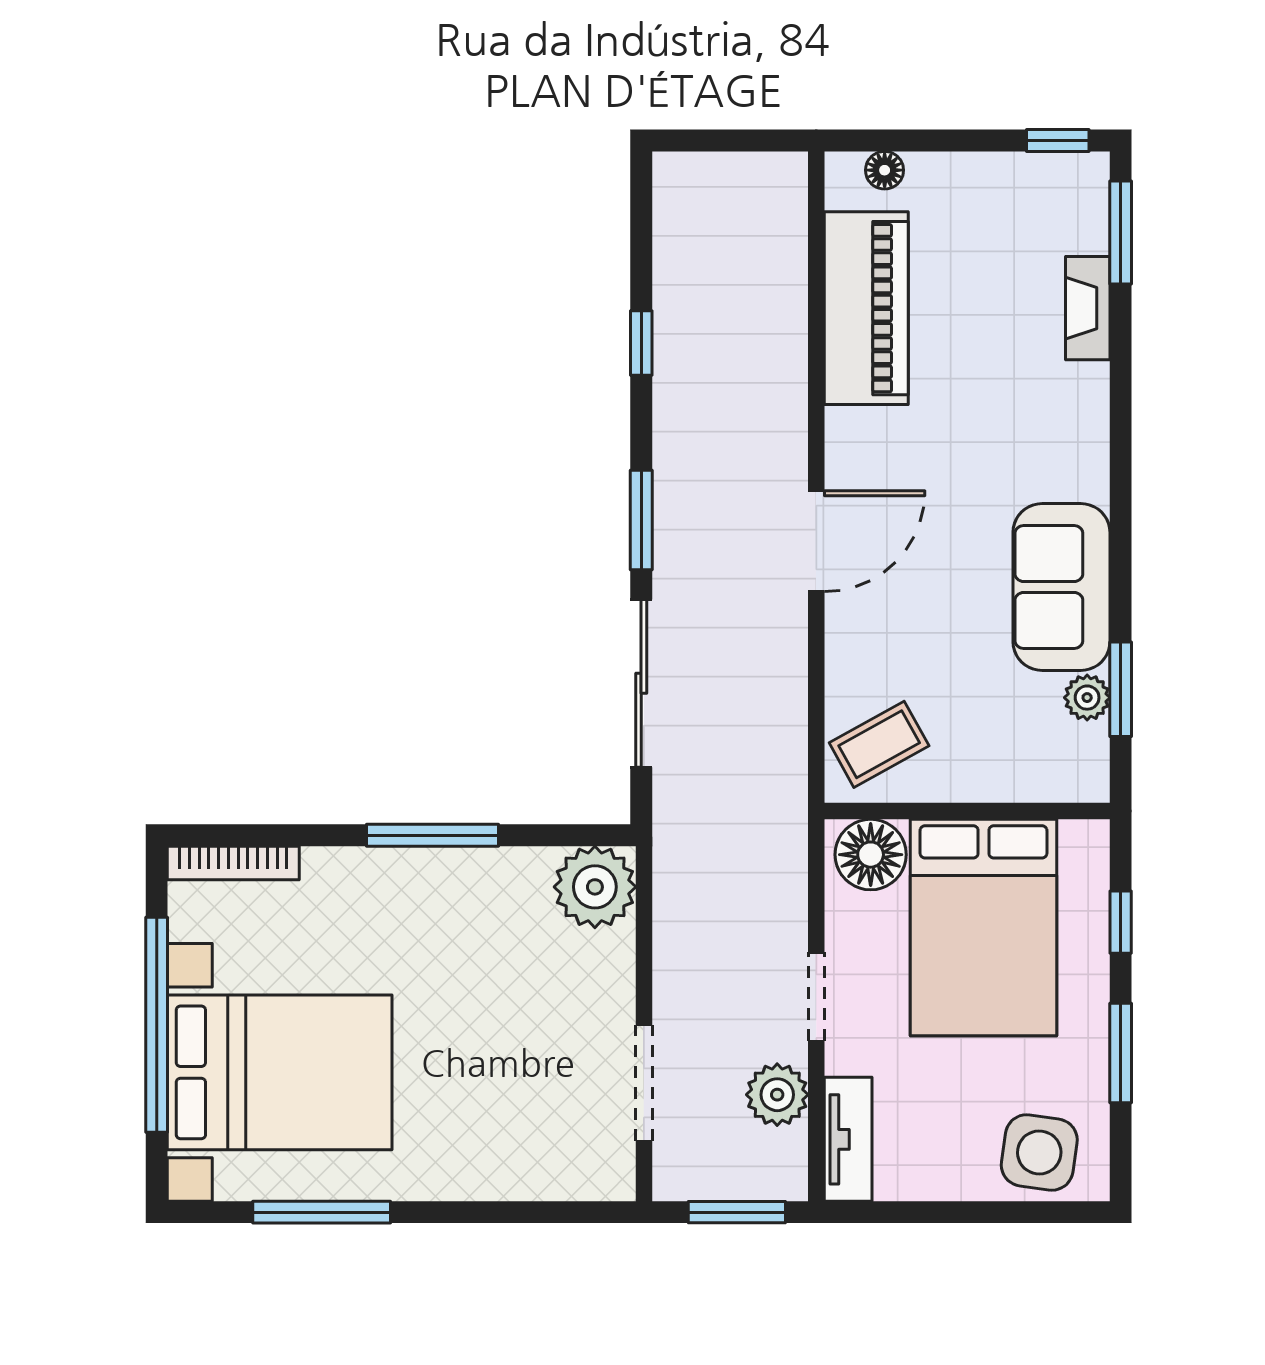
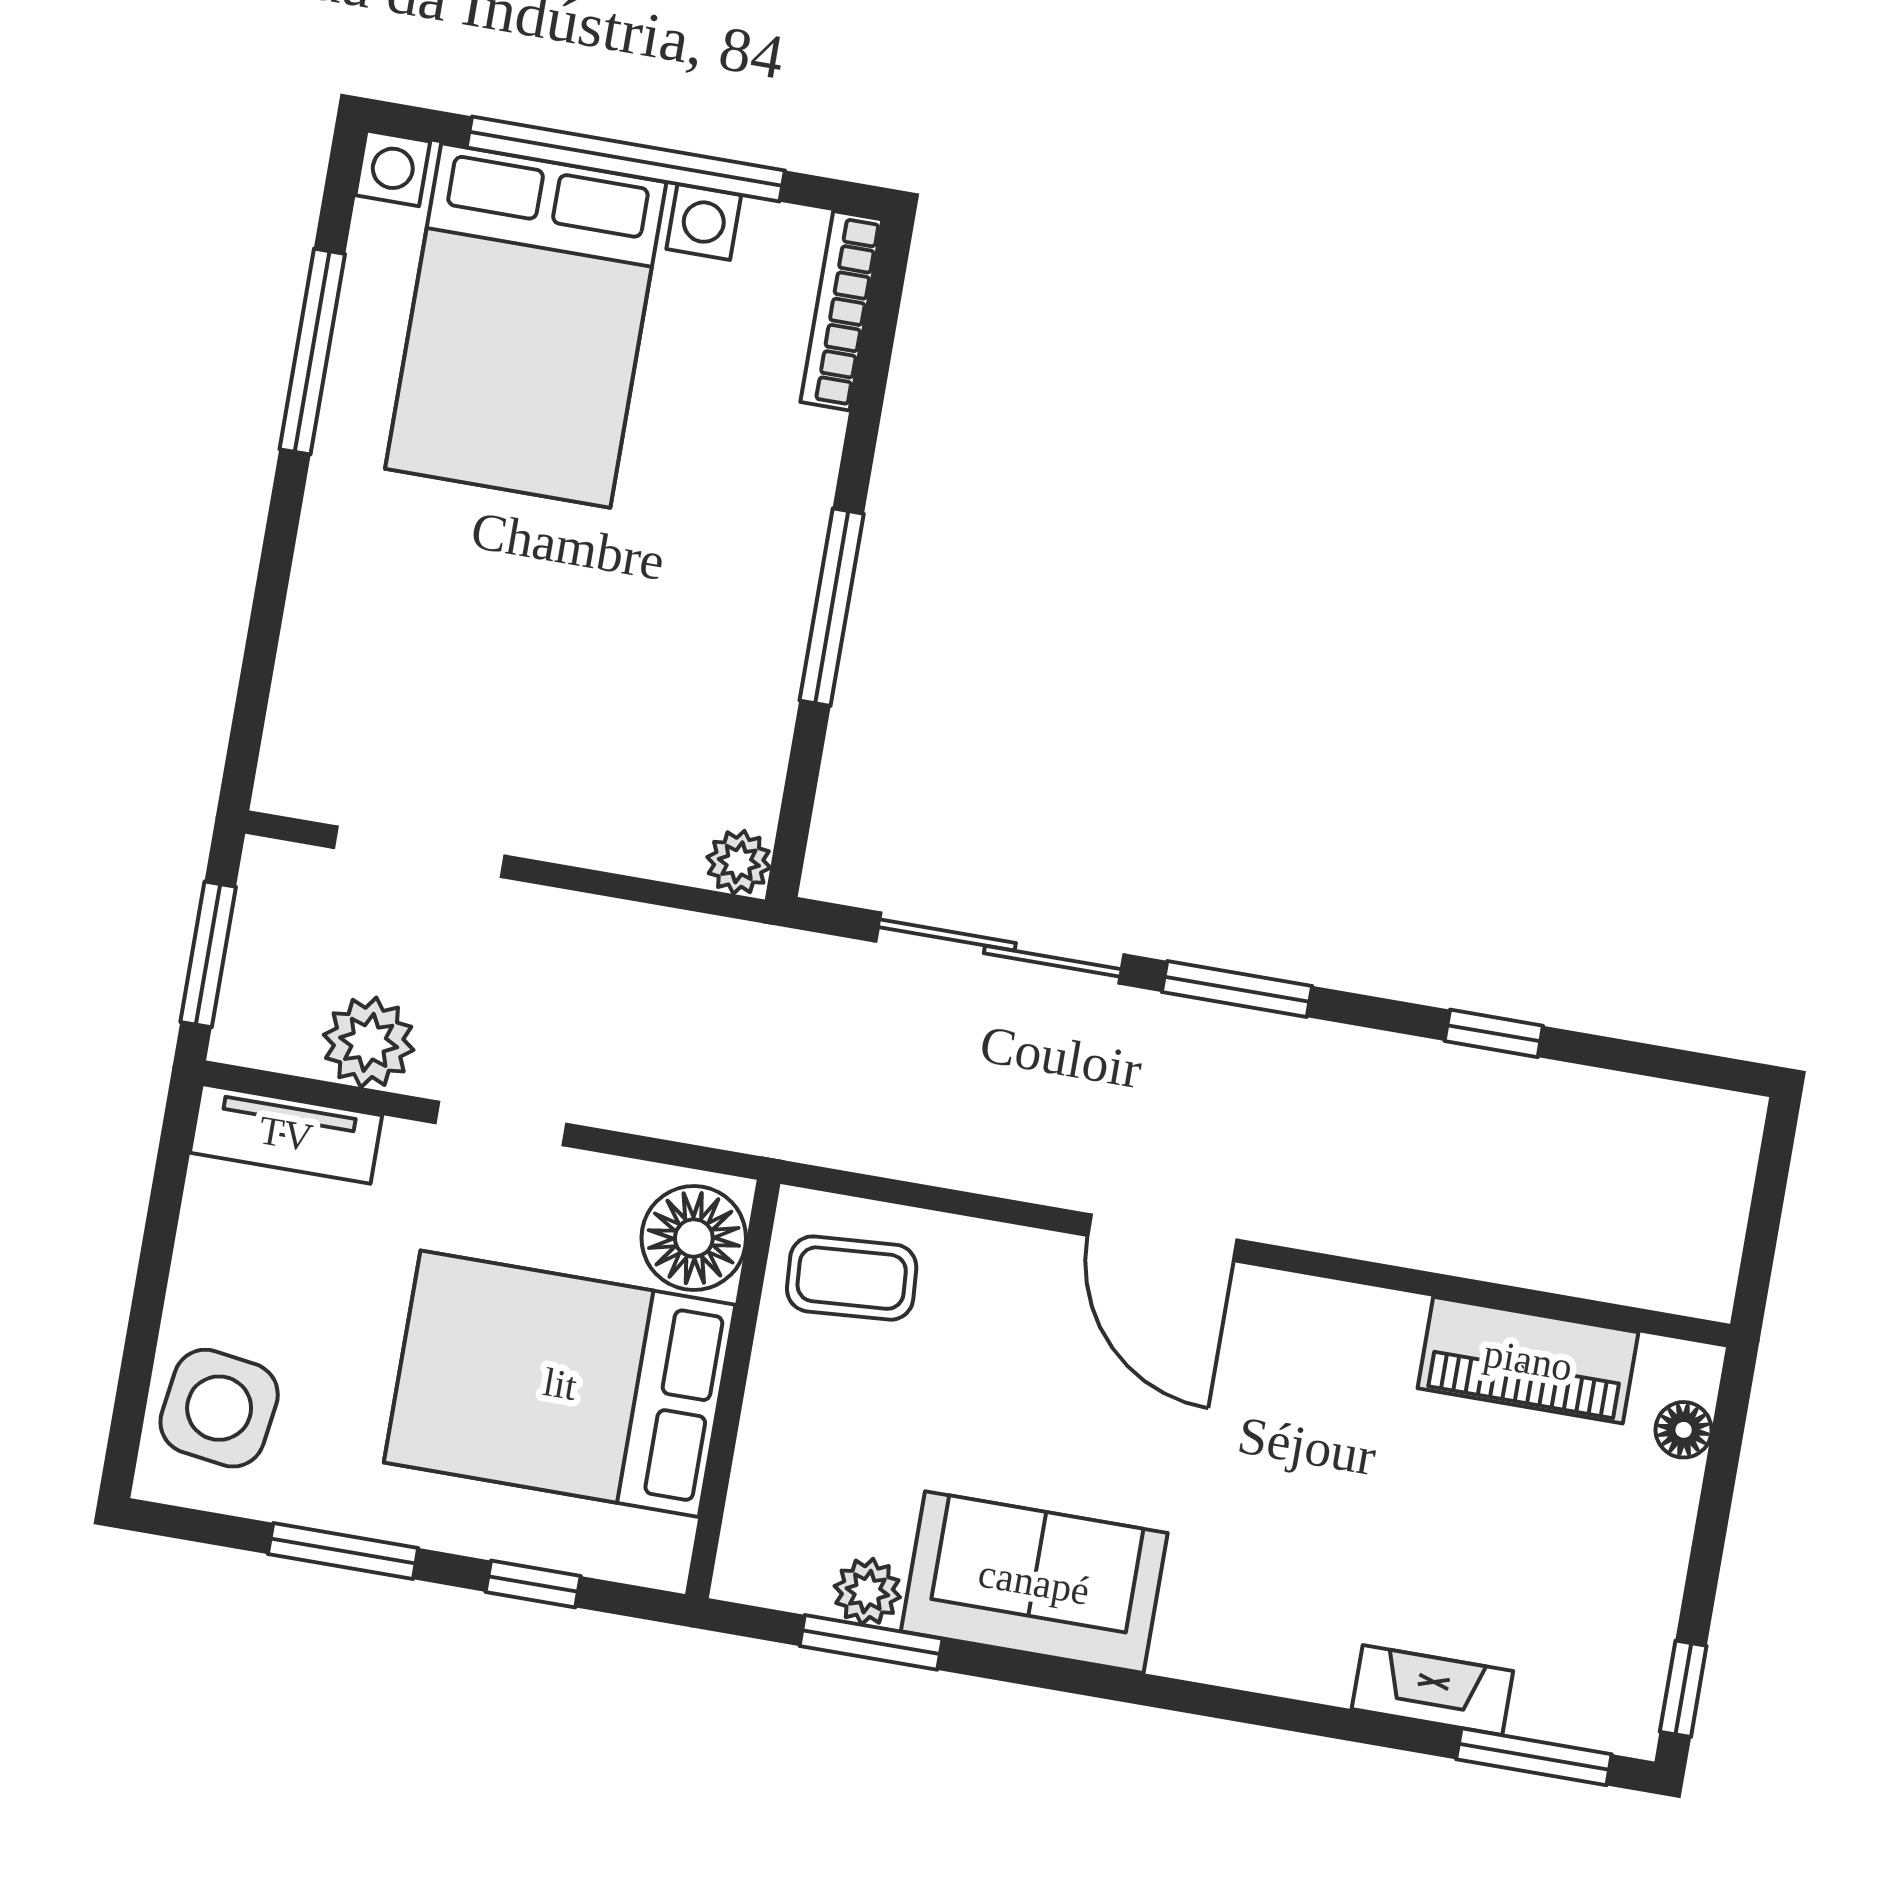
piano: (866, 308) -> (1528, 1360), width x0.73, depth x0.75
coffee table: (879, 744) -> (852, 1278), turned -65
plant: (595, 887) -> (739, 862), width x0.53, depth x0.53

